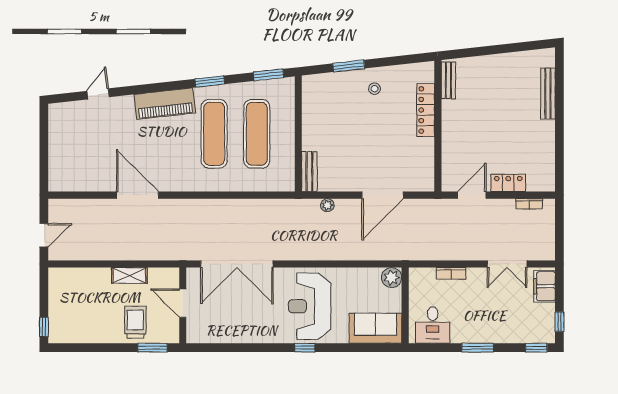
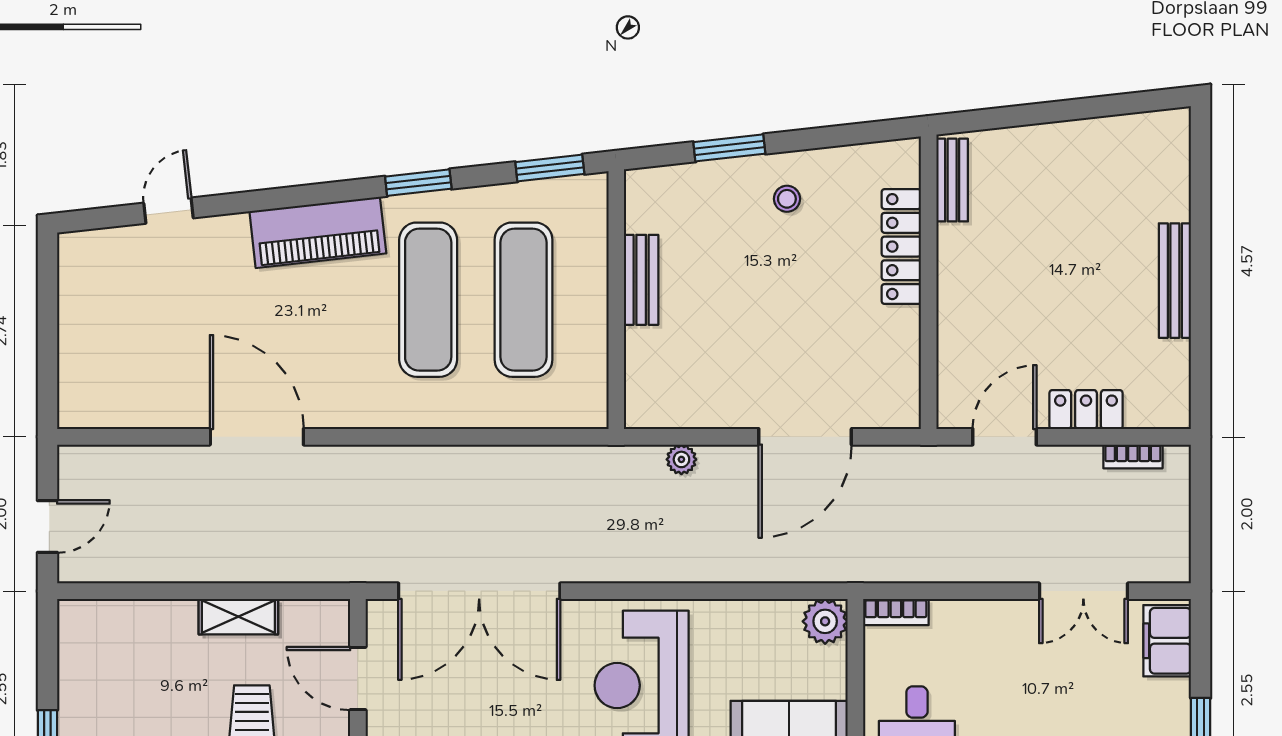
bench: (548, 94) -> (1175, 281), moved
bench: (309, 172) -> (641, 280), moved
bookcase: (451, 273) -> (896, 612), moved

